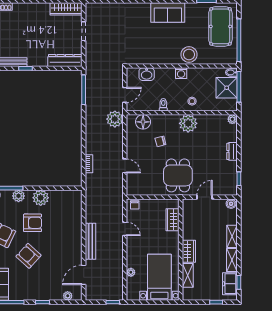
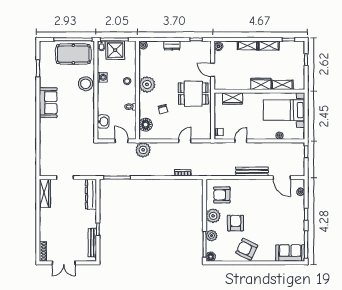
pool table: (220, 26) -> (73, 54), moved
washing machine: (181, 73) -> (102, 77), moved
armchair: (28, 256) -> (222, 195), moved, turned 48
freezer: (230, 284) -> (290, 47), removed

